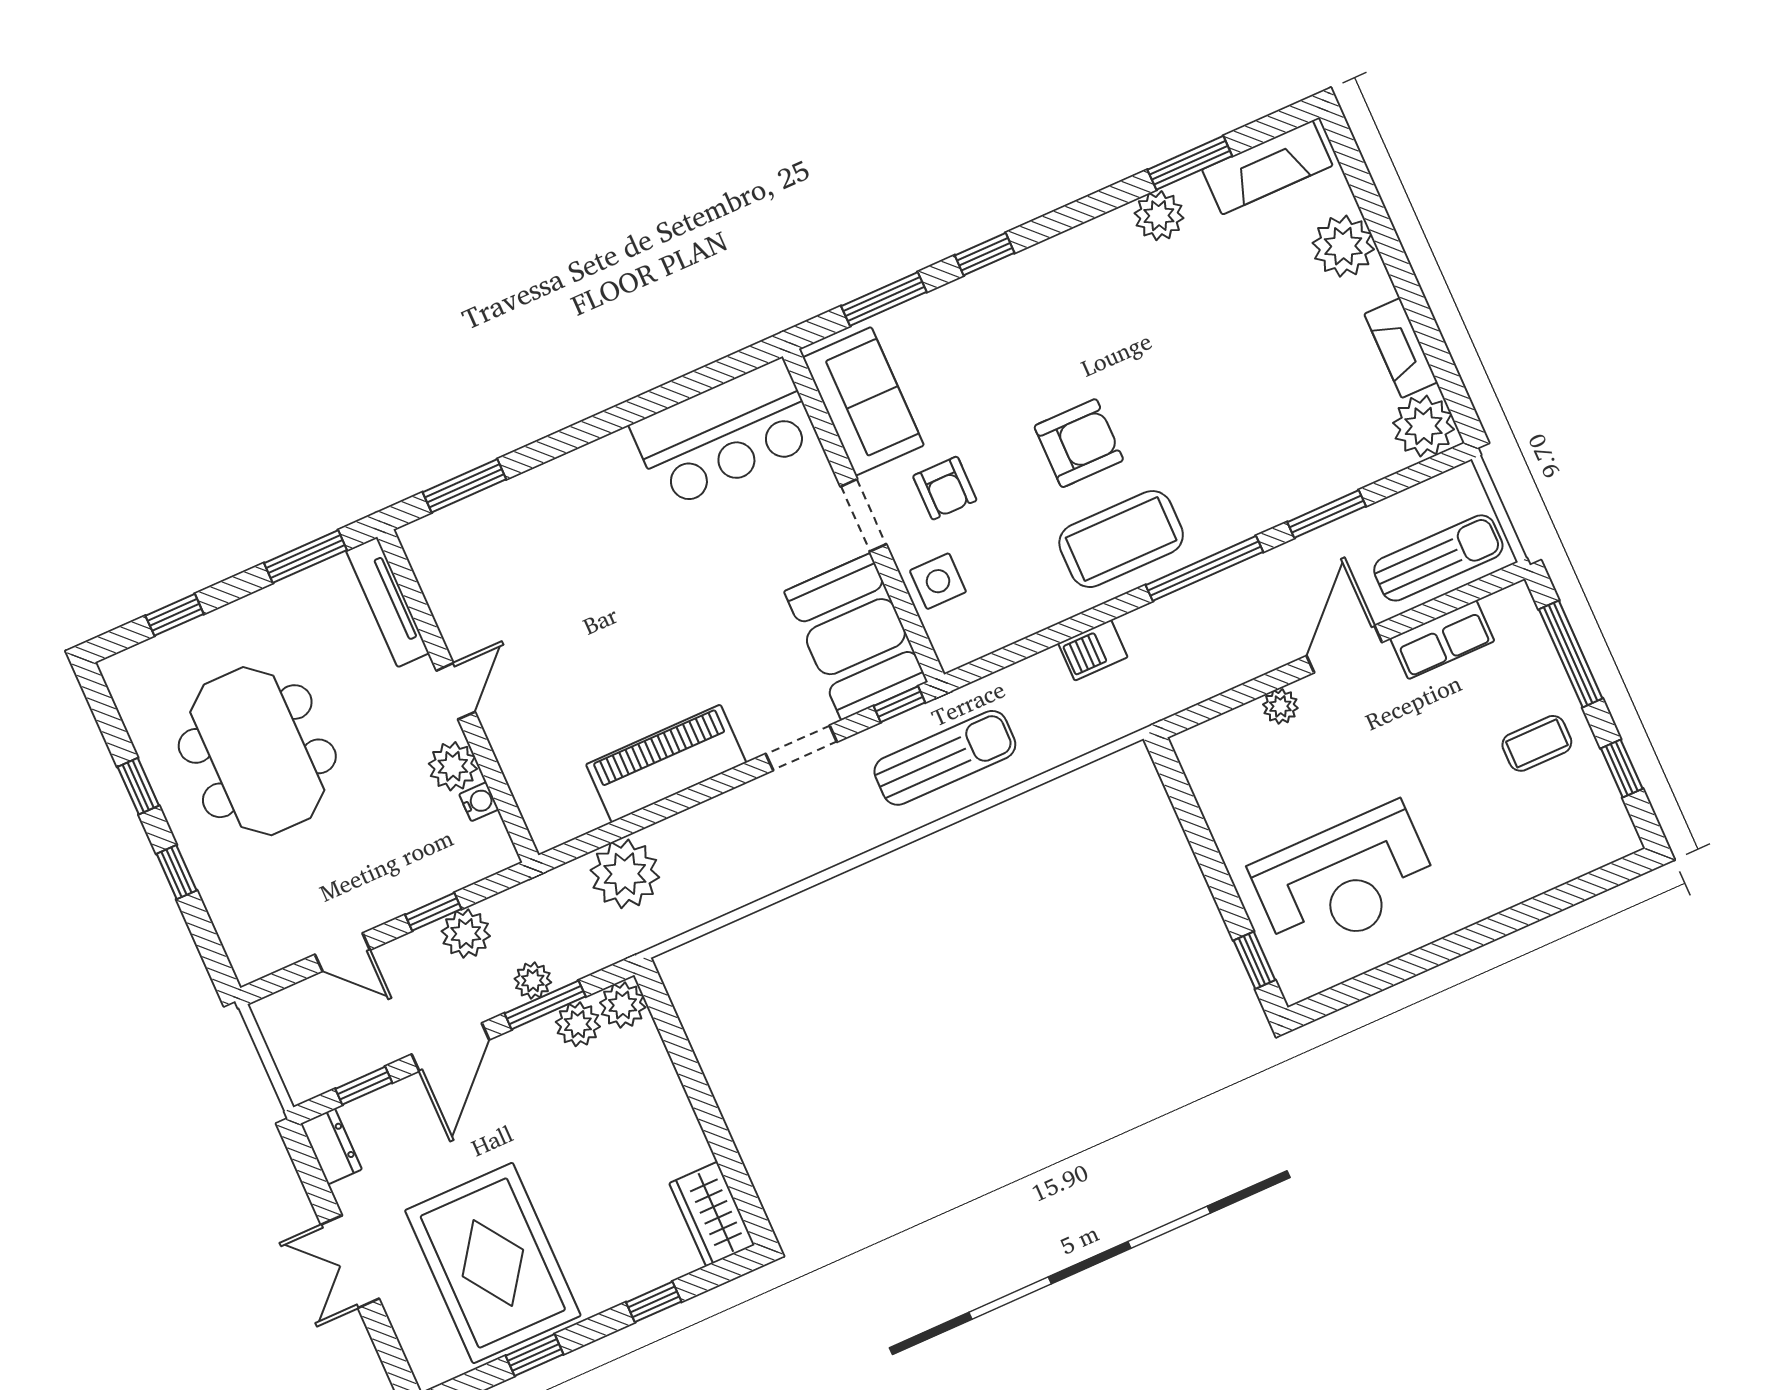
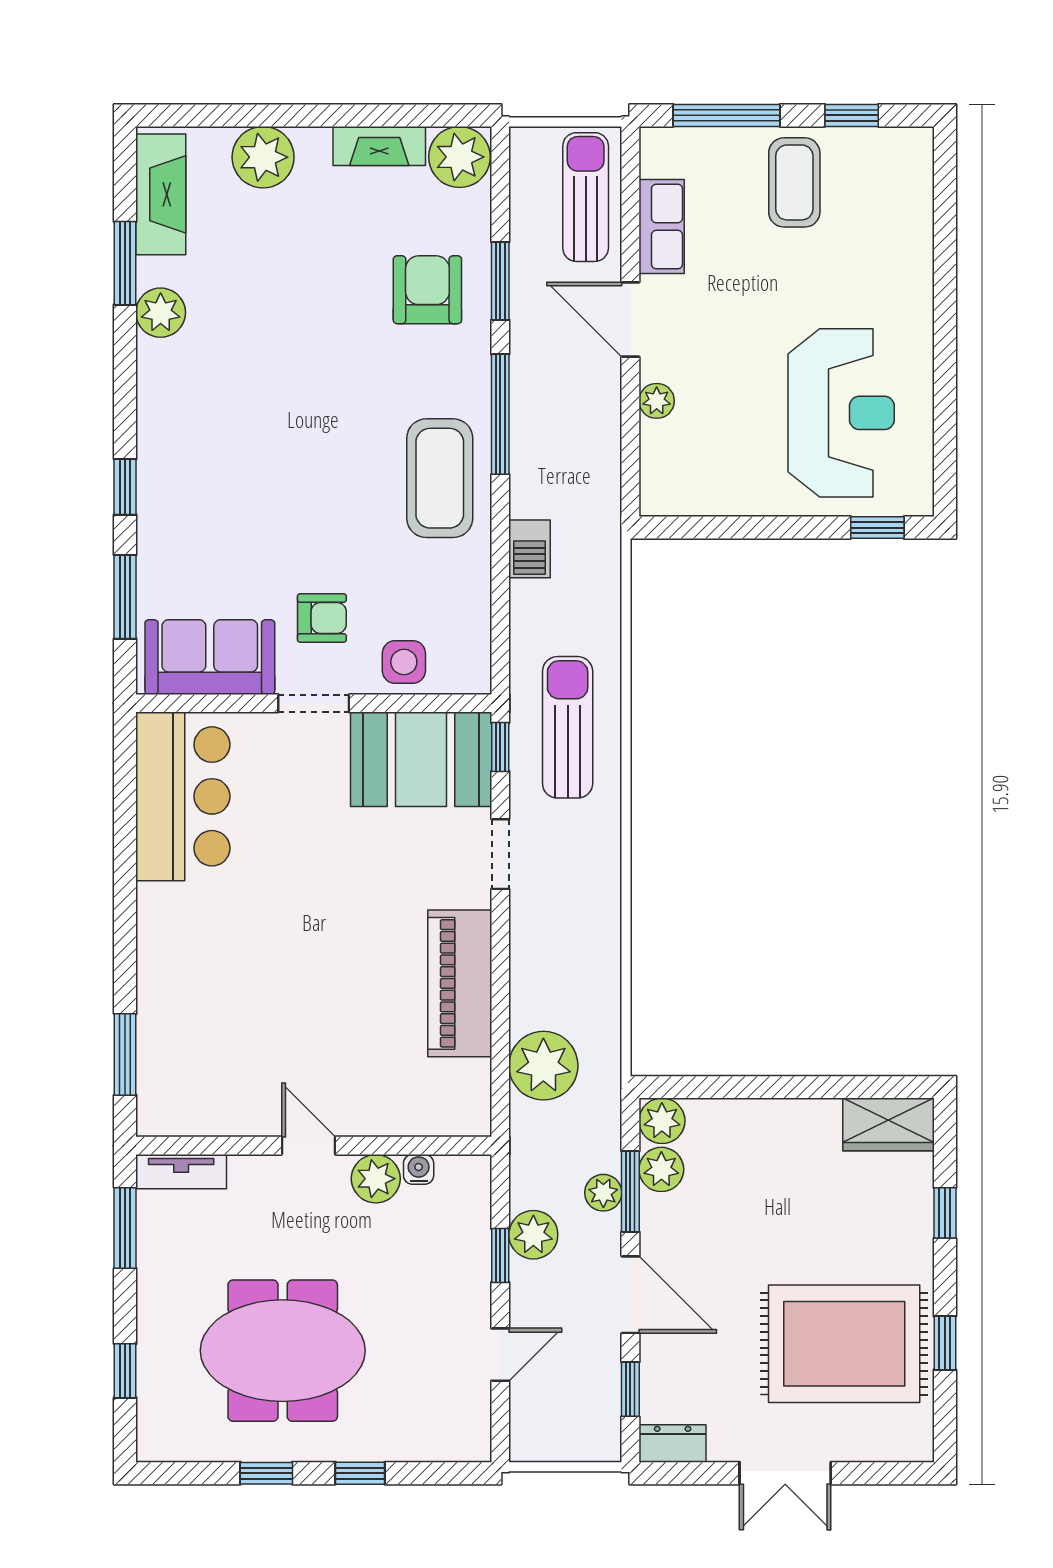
armchair: (1079, 443) -> (427, 290), moved
tv unit: (387, 602) -> (181, 1172), width x0.71
coffee table: (1537, 743) -> (794, 182), width x1.36, depth x1.30

